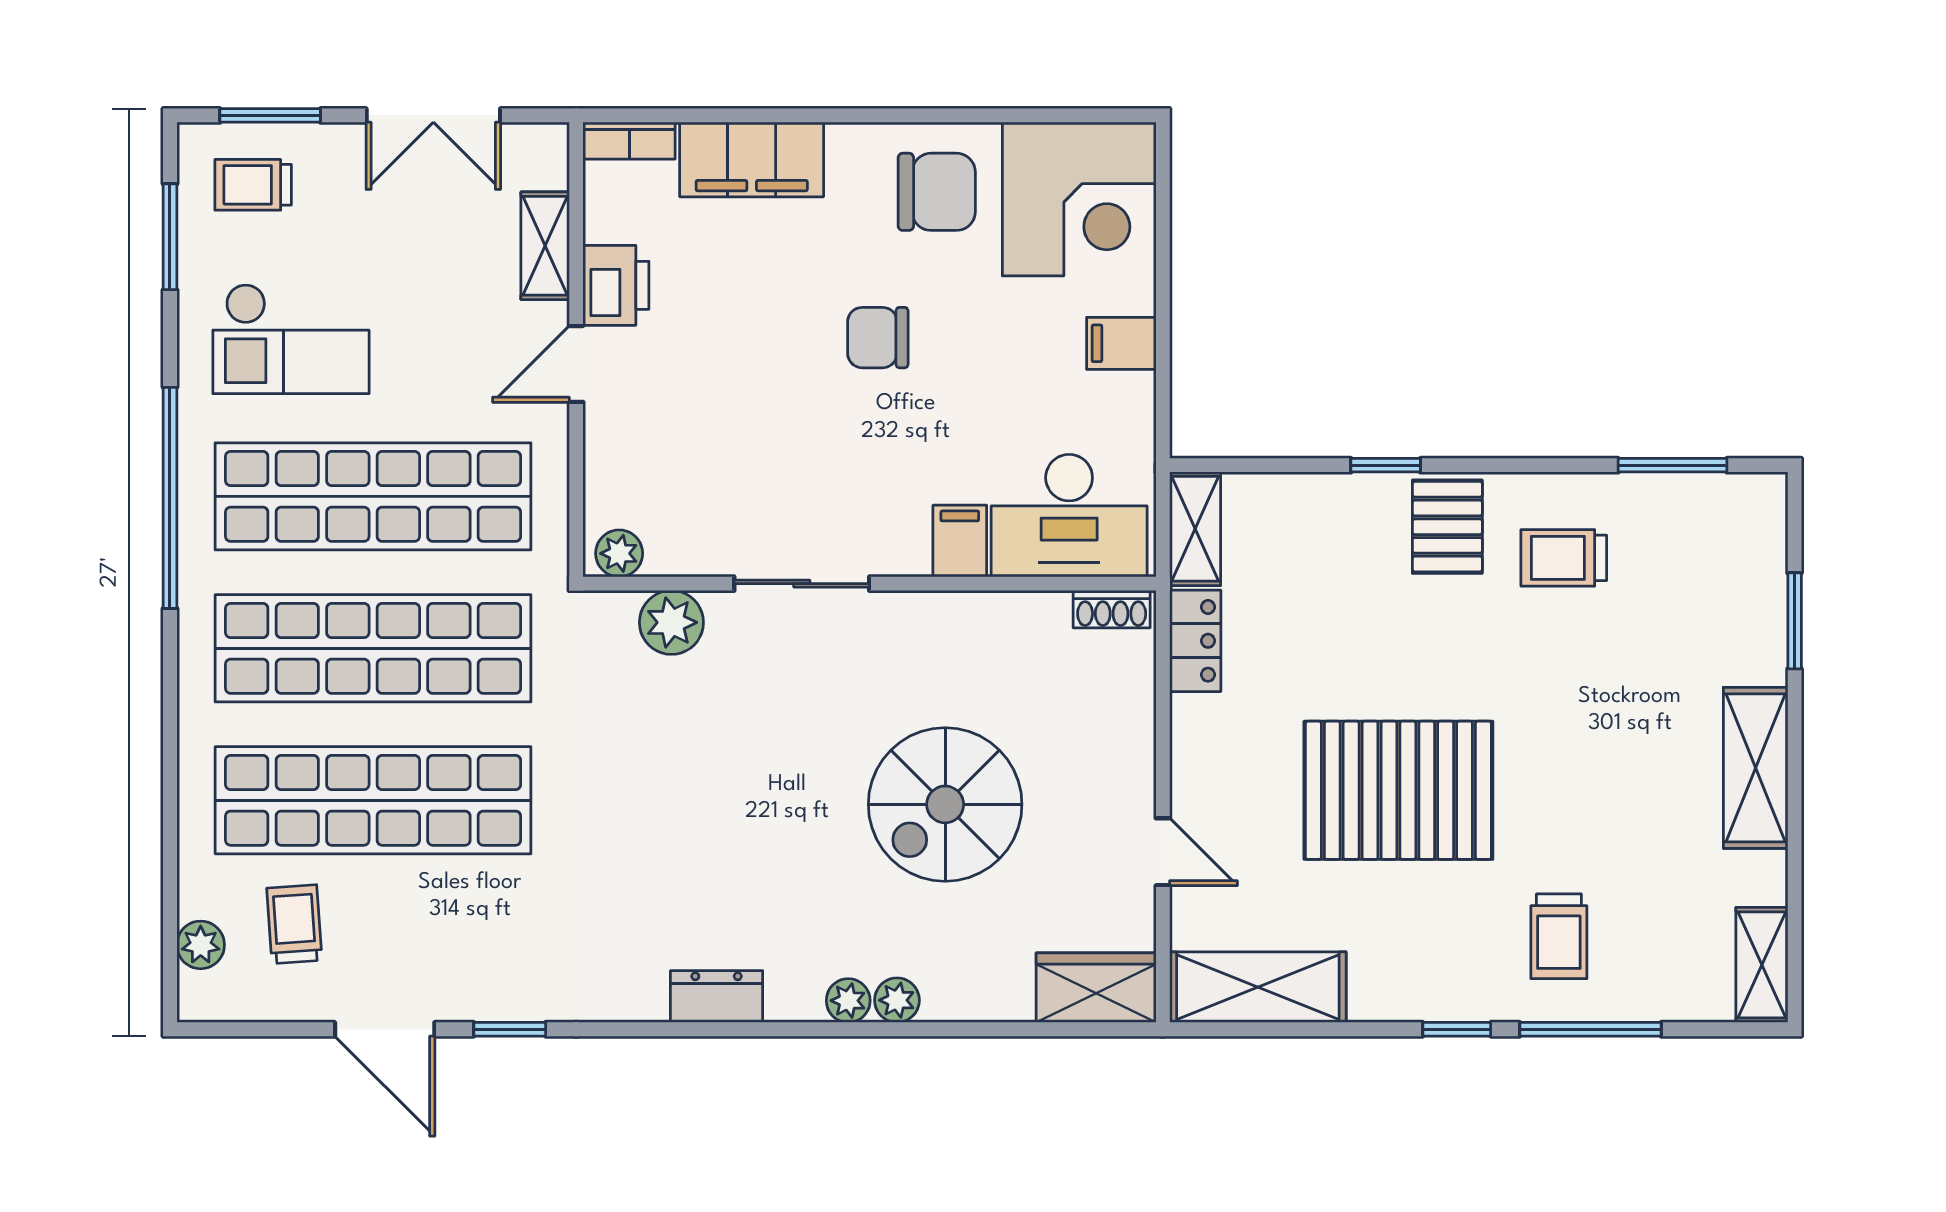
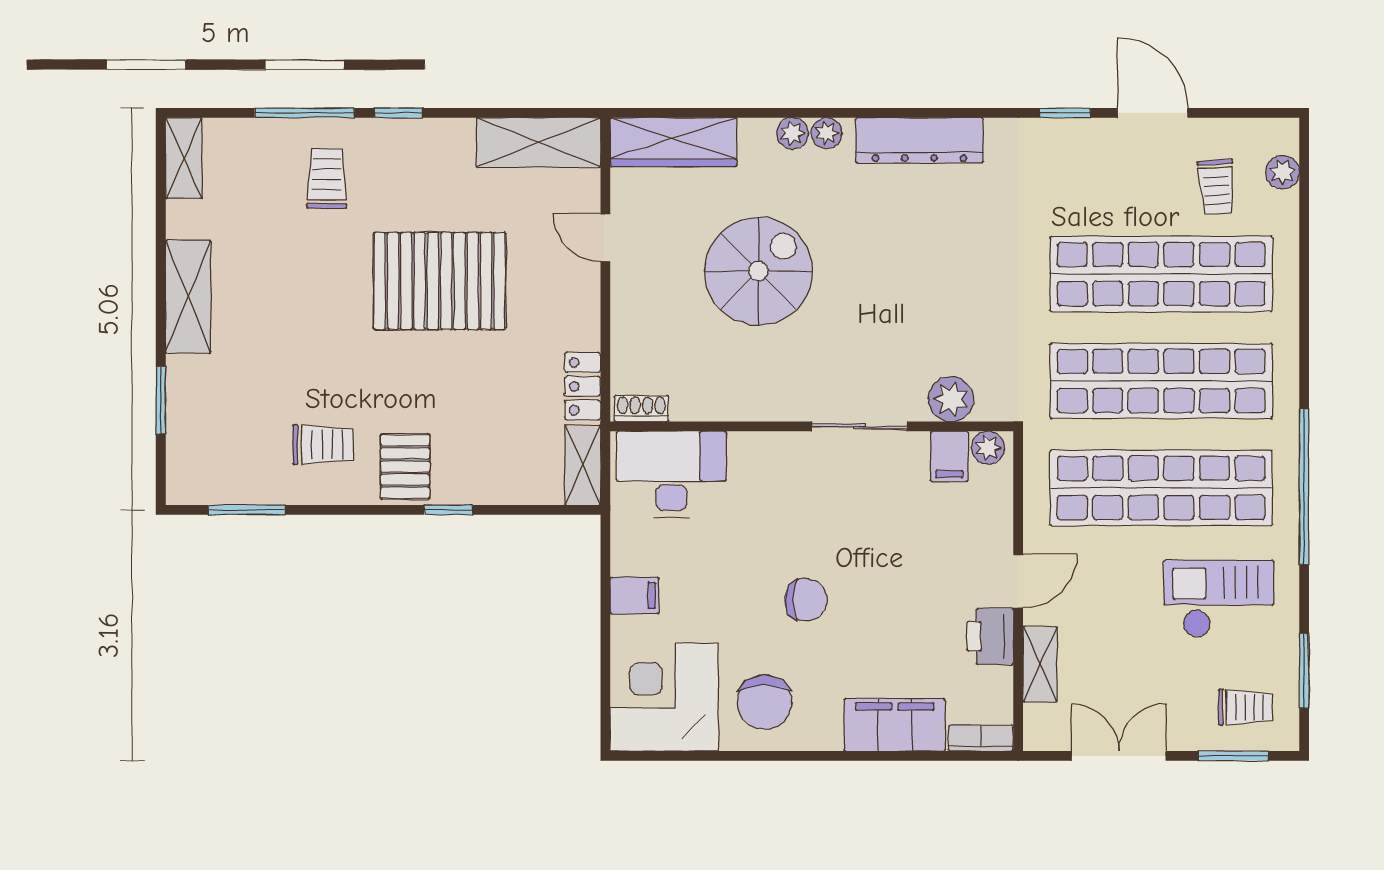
chair: (937, 192) -> (764, 702), turned -91
filing cabinet: (960, 541) -> (949, 456), moved
wardrobe: (1096, 988) -> (673, 142), width x1.50
dresser: (717, 997) -> (919, 140), width x1.96, depth x1.24

